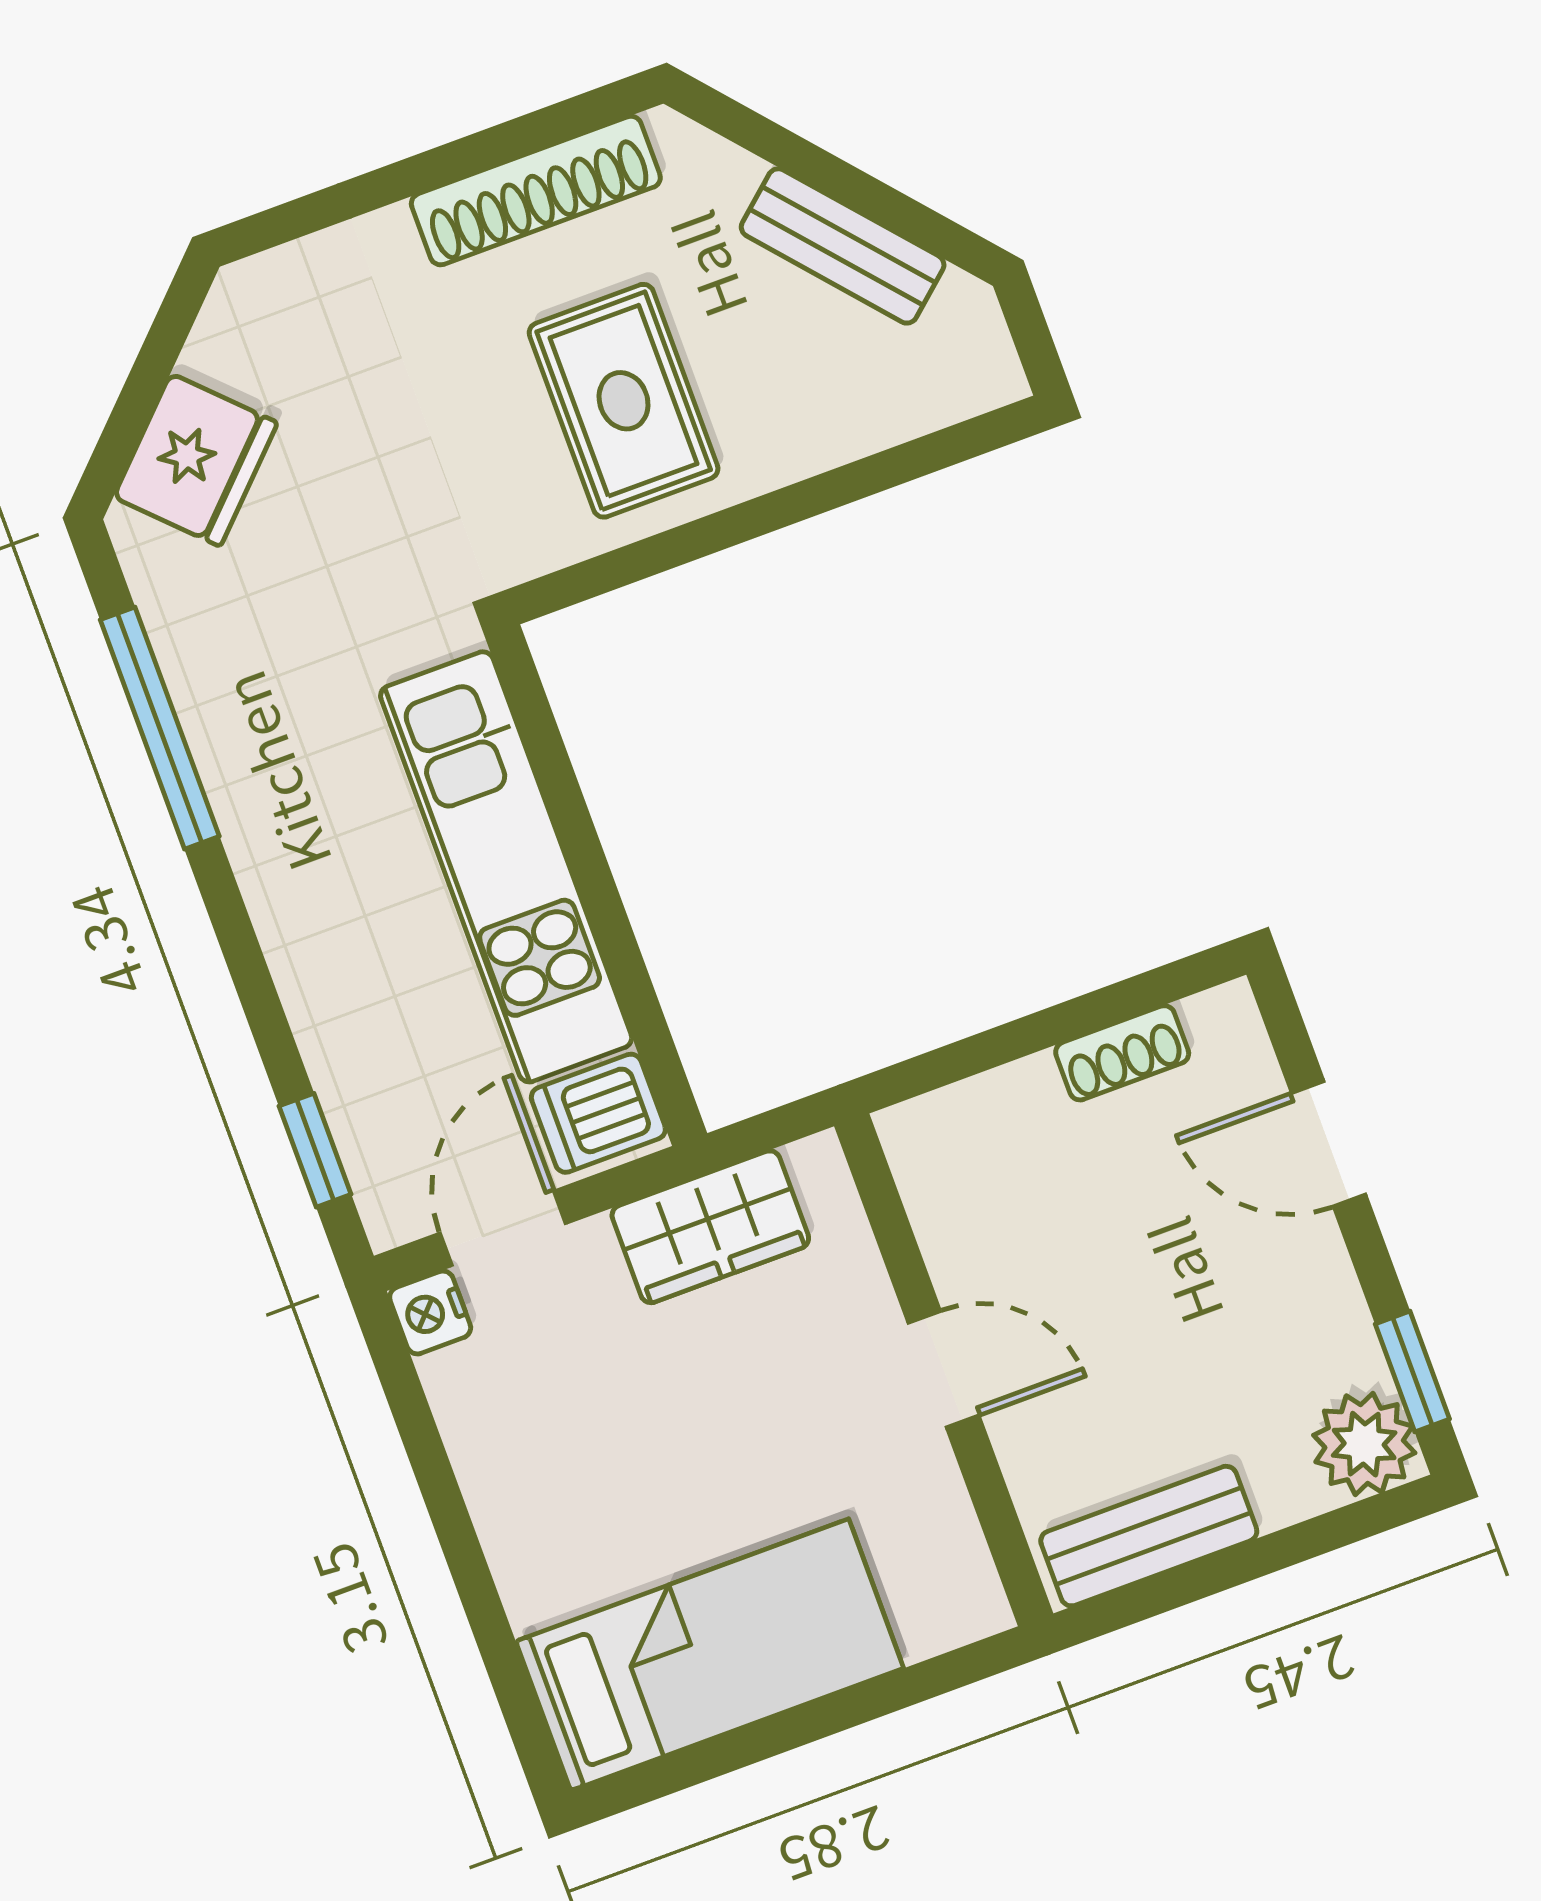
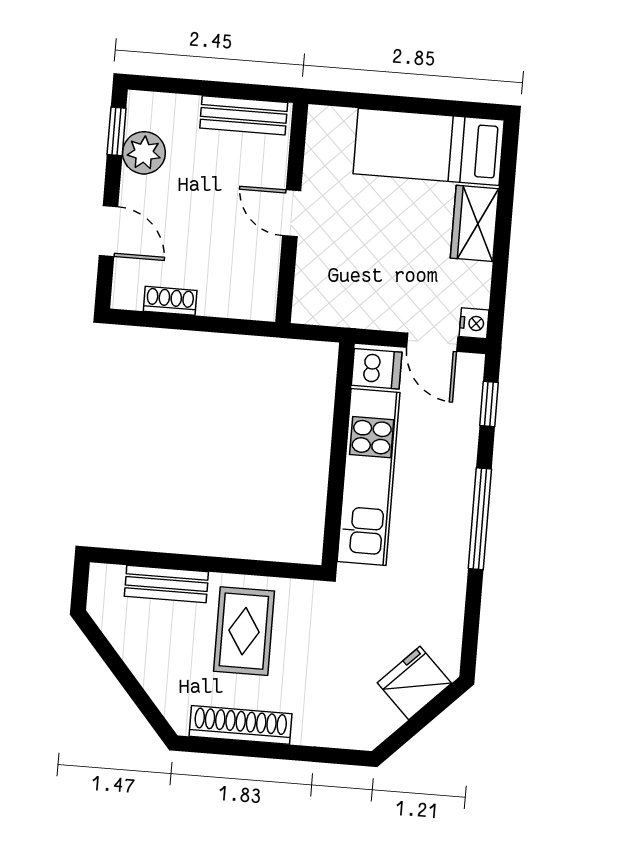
bench: (843, 246) -> (166, 584), moved, turned -49
window: (160, 728) -> (480, 519), moved
wardrobe: (710, 1227) -> (475, 223), moved, turned -90
door: (503, 1228) -> (432, 342), hinge flipped
plant: (1364, 1444) -> (144, 153), moved

